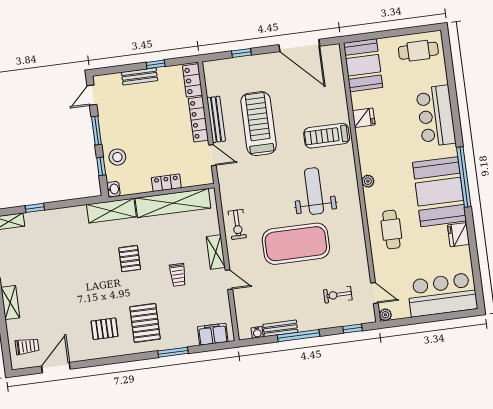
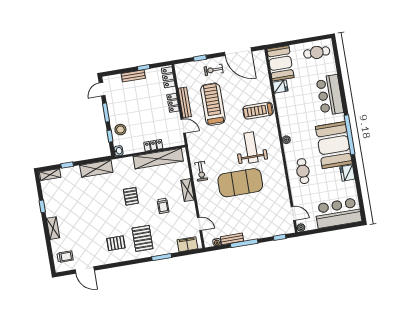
fridge: (364, 118) -> (280, 87), moved
locker: (198, 119) -> (173, 103), width x0.66
shelving: (111, 211) -> (96, 169), moved
door: (229, 280) -> (200, 224), moved
exercise bike: (338, 295) -> (214, 70), moved
door: (56, 368) -> (85, 270), swing flipped

